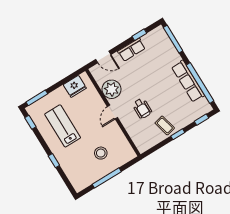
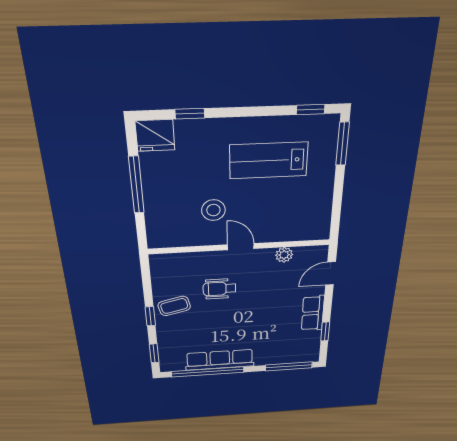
fridge: (75, 86) -> (155, 135), moved, turned -90
plant: (112, 89) -> (284, 255), width x0.53, depth x0.53
lab bench: (63, 126) -> (269, 160), turned 180
stool: (101, 153) -> (213, 210), moved
window: (54, 161) -> (190, 114), moved

